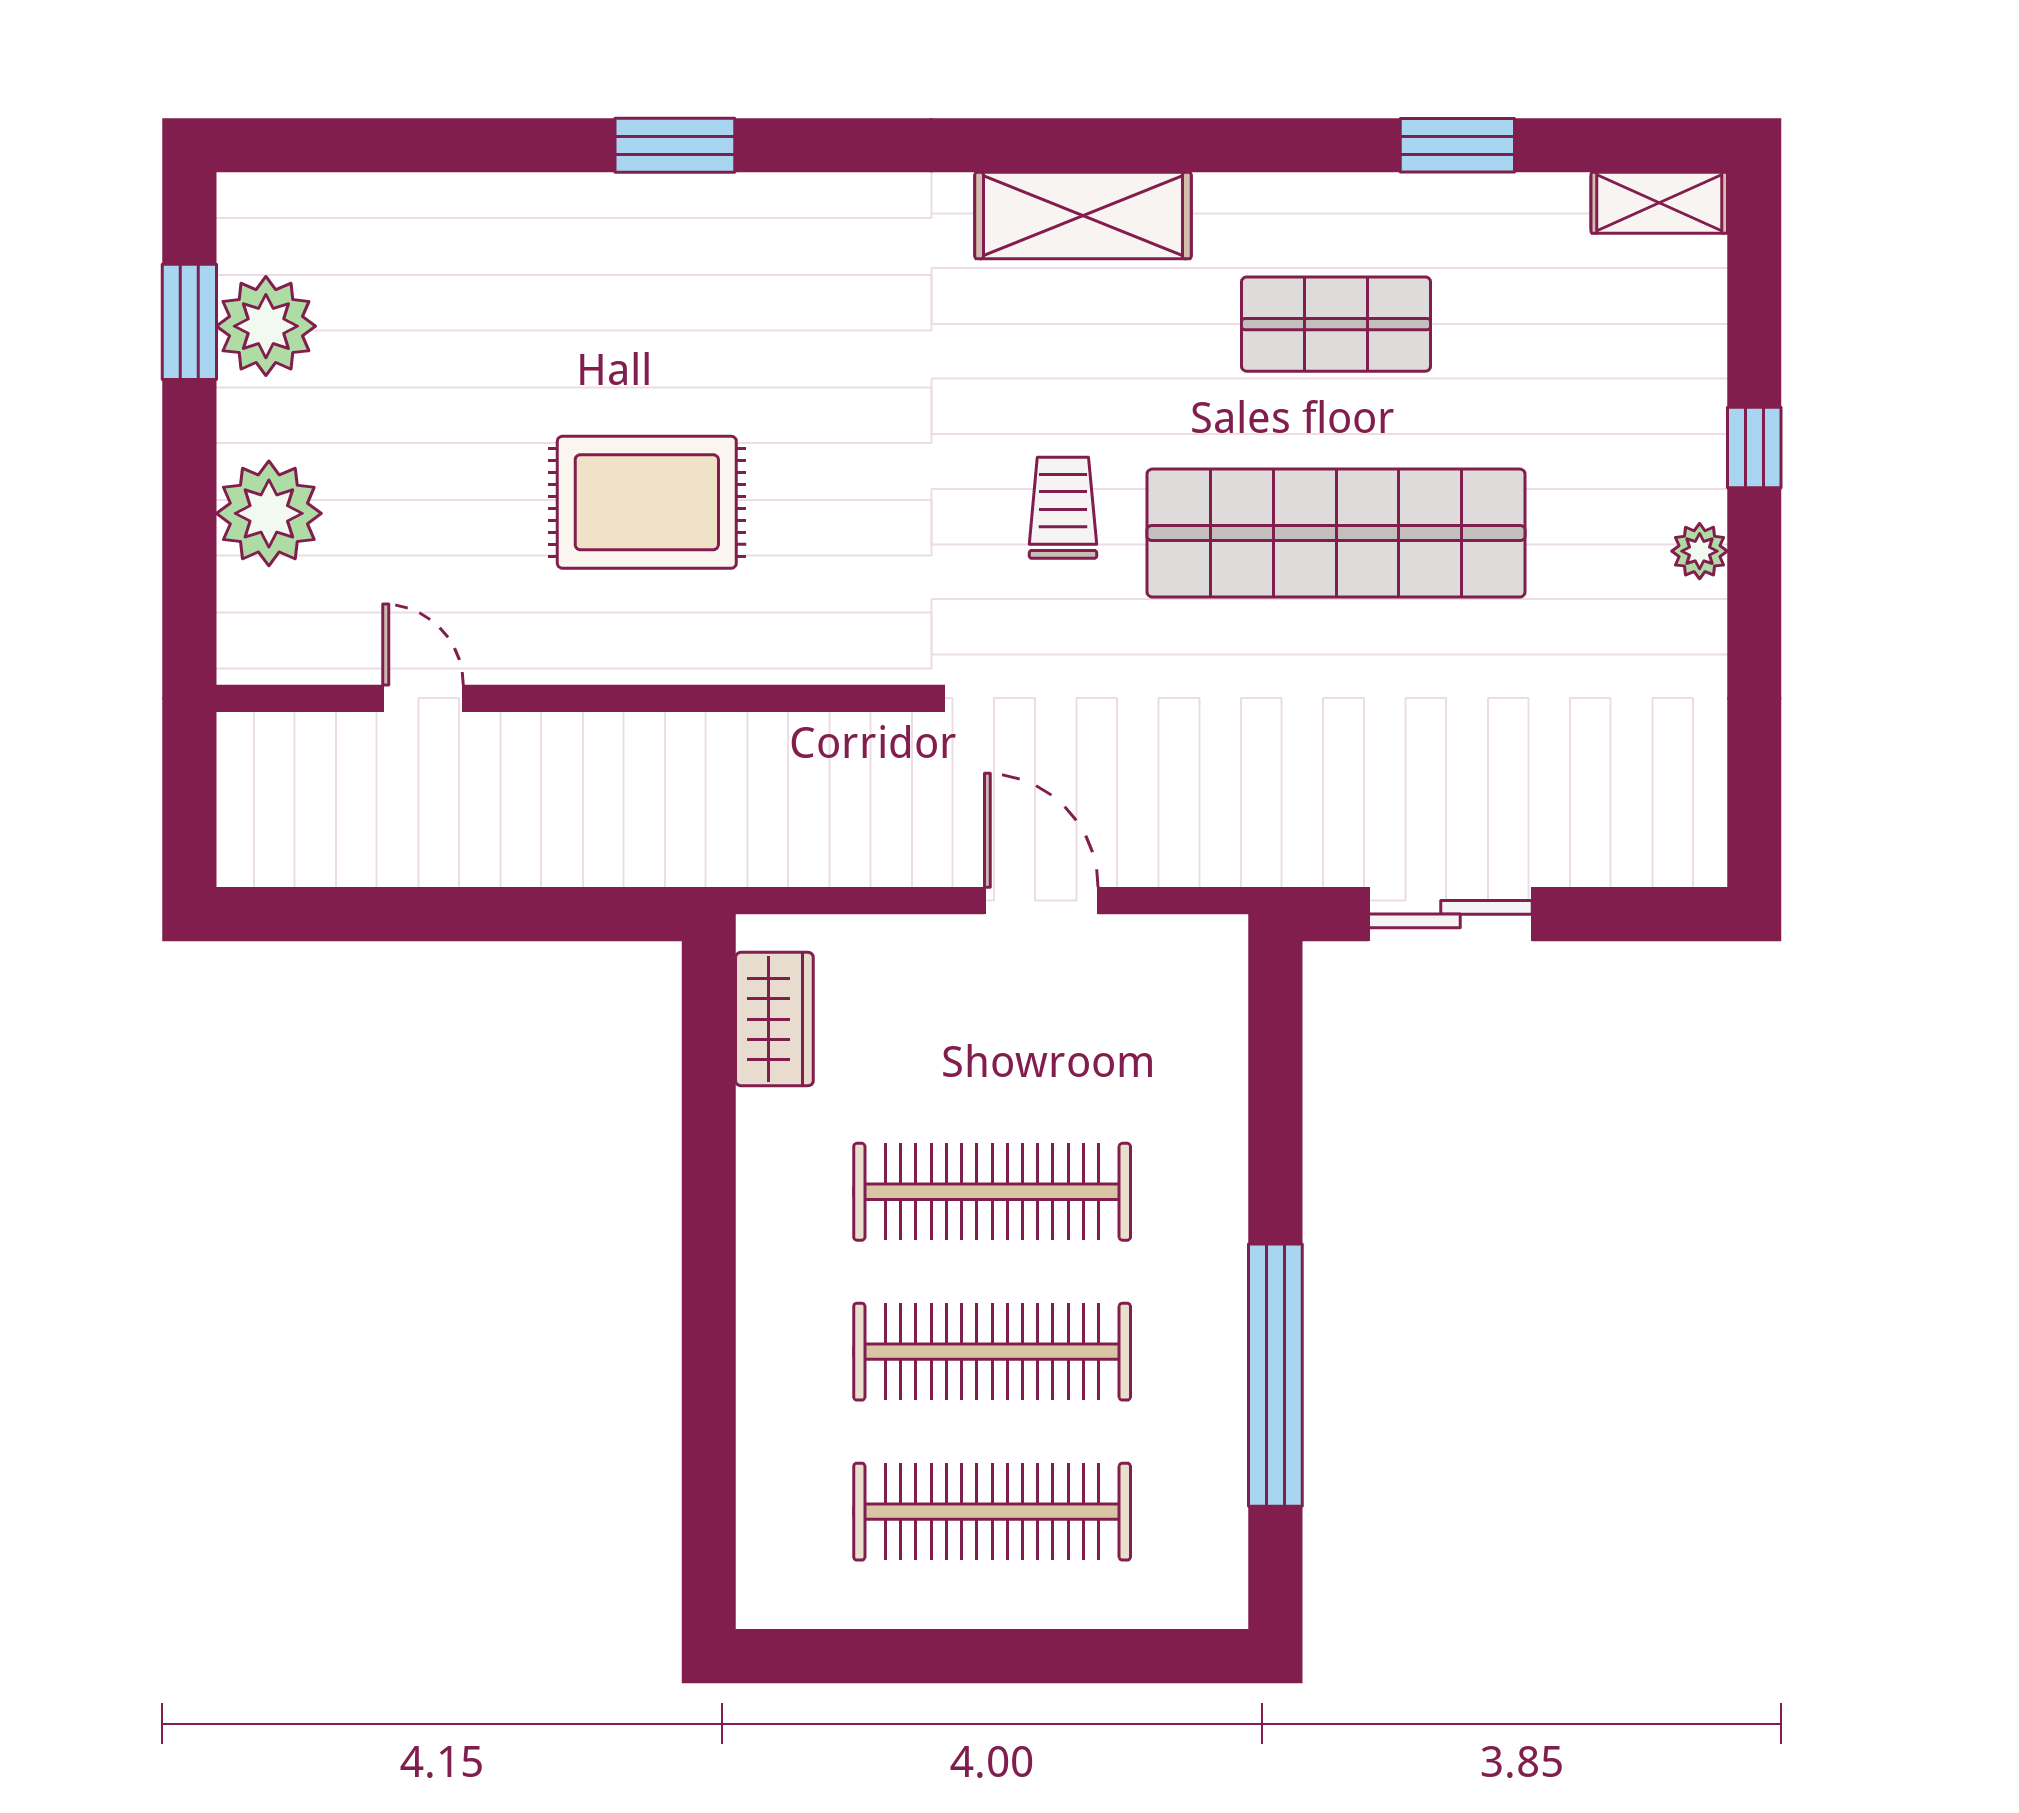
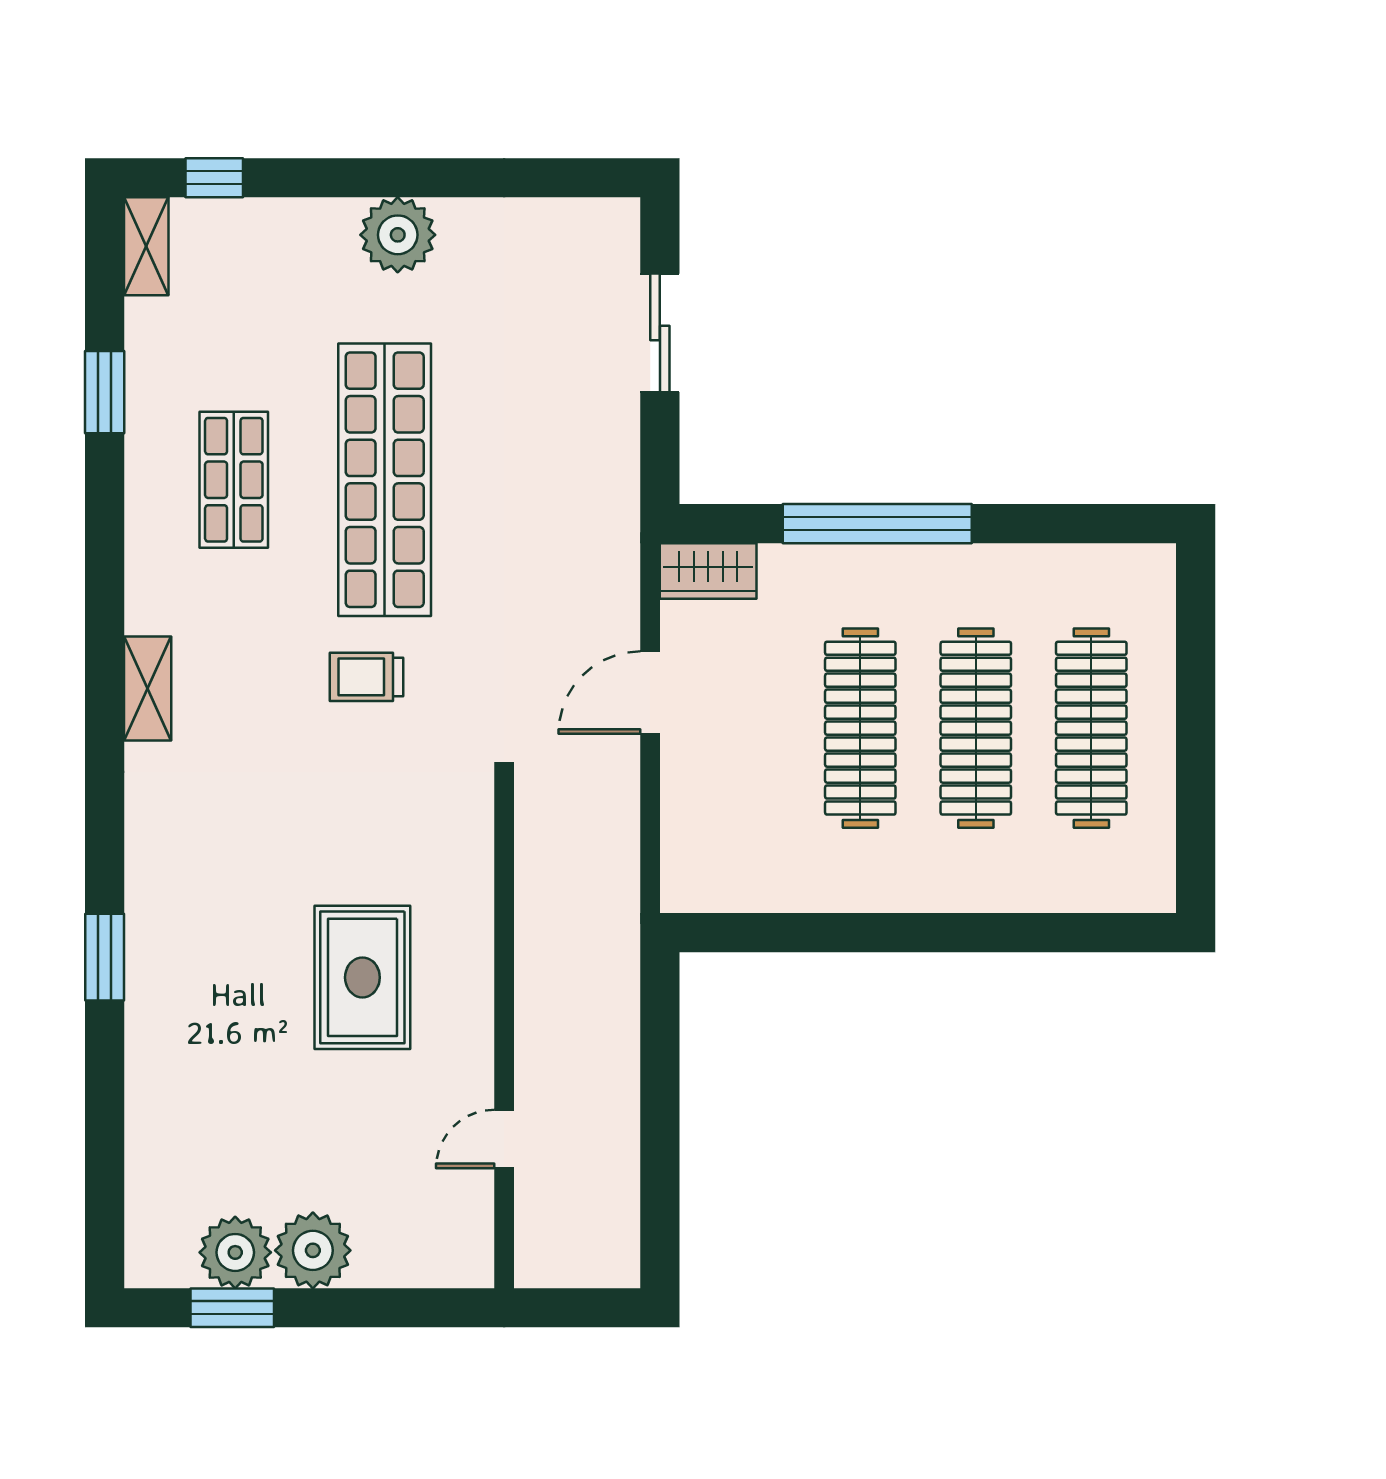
shelving: (1083, 216) -> (148, 688), width x0.67, depth x0.75
window: (1754, 447) -> (214, 178), moved
plant: (269, 513) -> (313, 1250), moved
plant: (1700, 551) -> (398, 235), width x1.88, depth x1.88
sliding door: (1450, 914) -> (660, 333), moved
wardrobe: (774, 1019) -> (708, 571), moved, turned 180
window: (1275, 1375) -> (877, 524), moved

